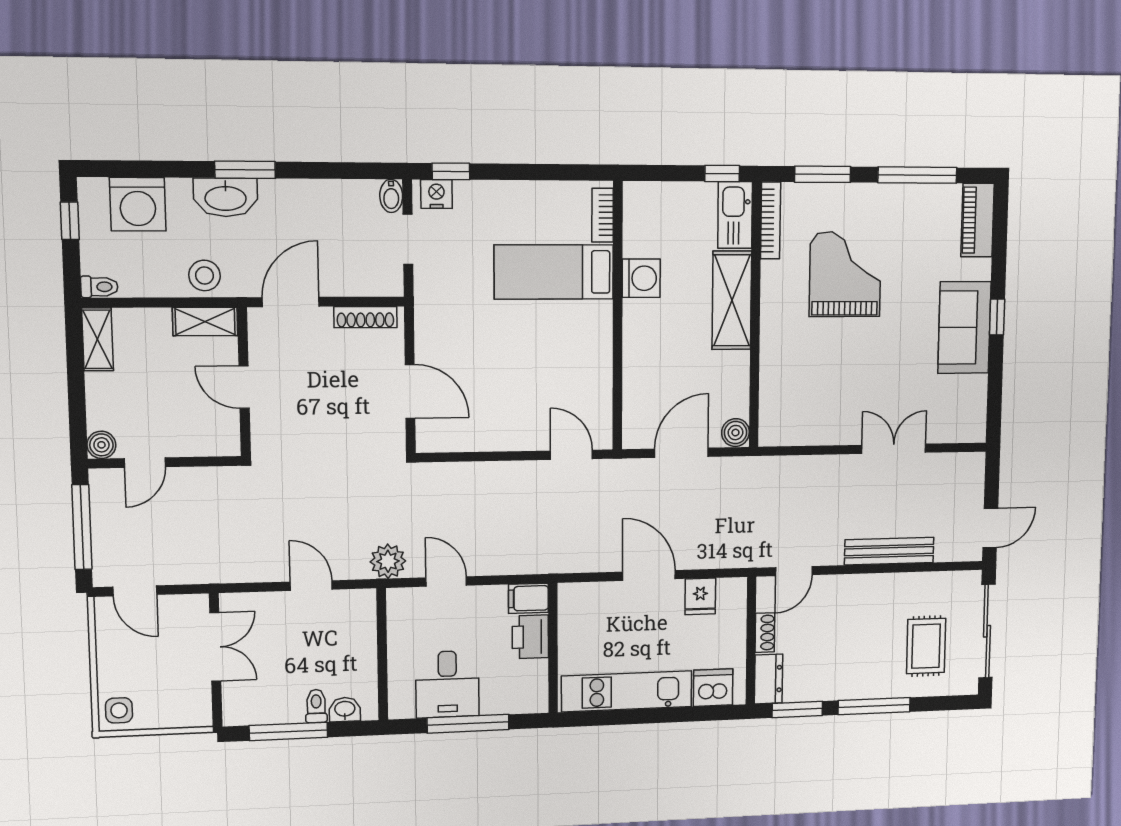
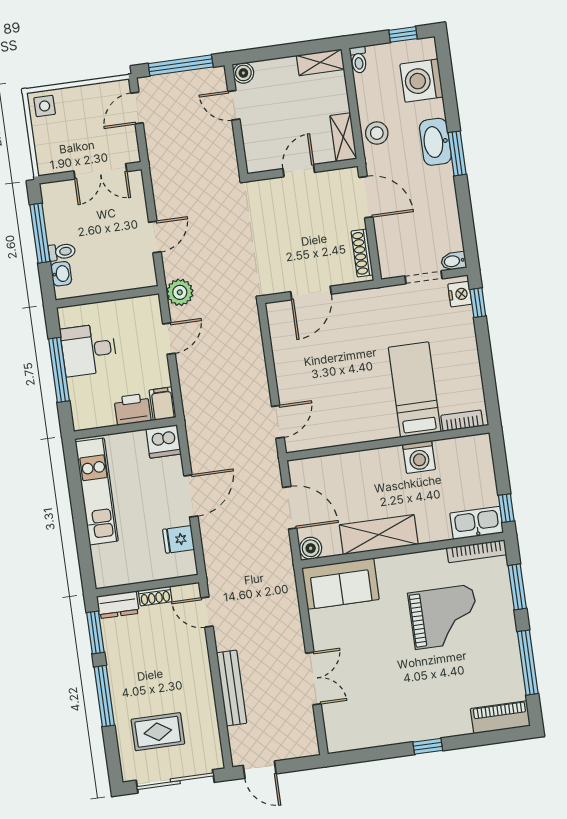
shelving: (732, 300) -> (379, 535), moved
sofa: (964, 328) -> (341, 584), moved, turned 180
dishwasher: (713, 688) -> (164, 441), moved, turned 90

